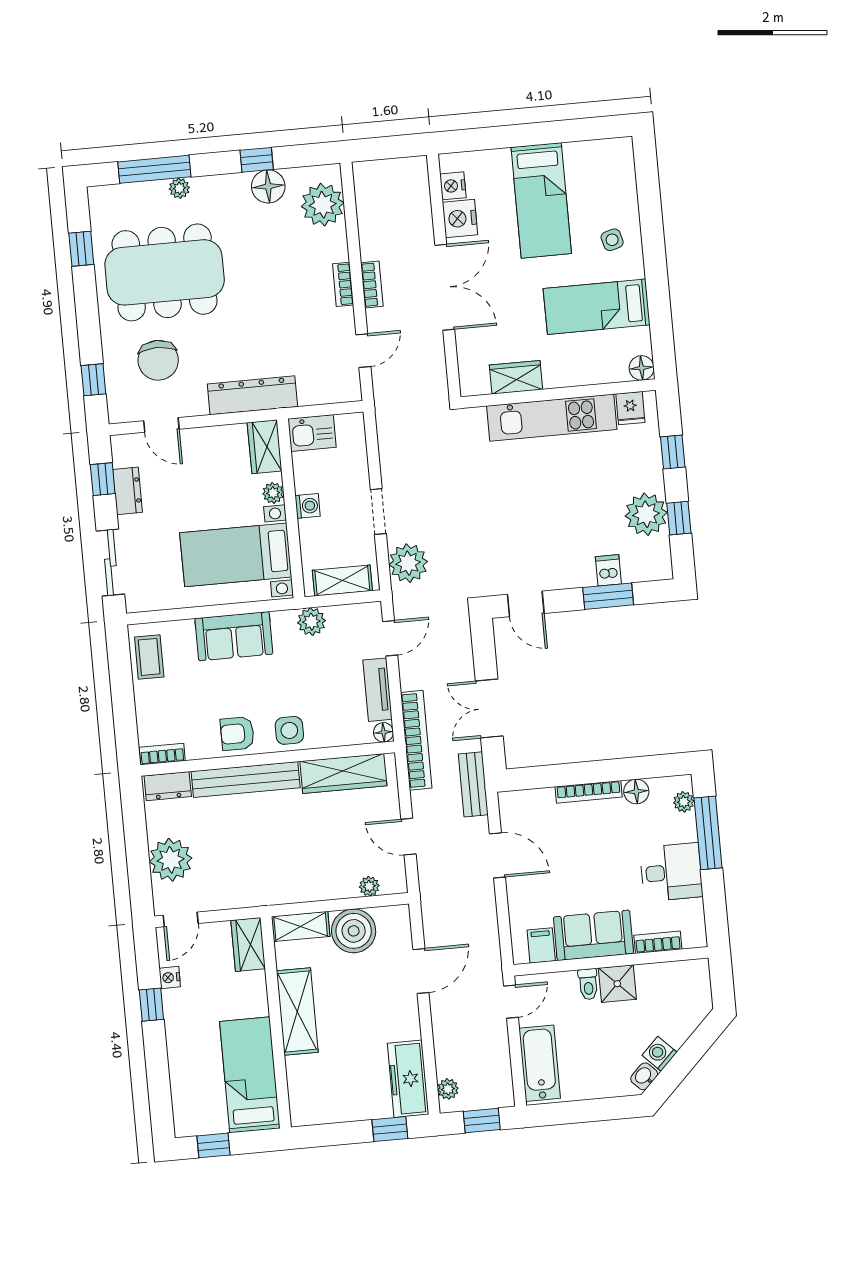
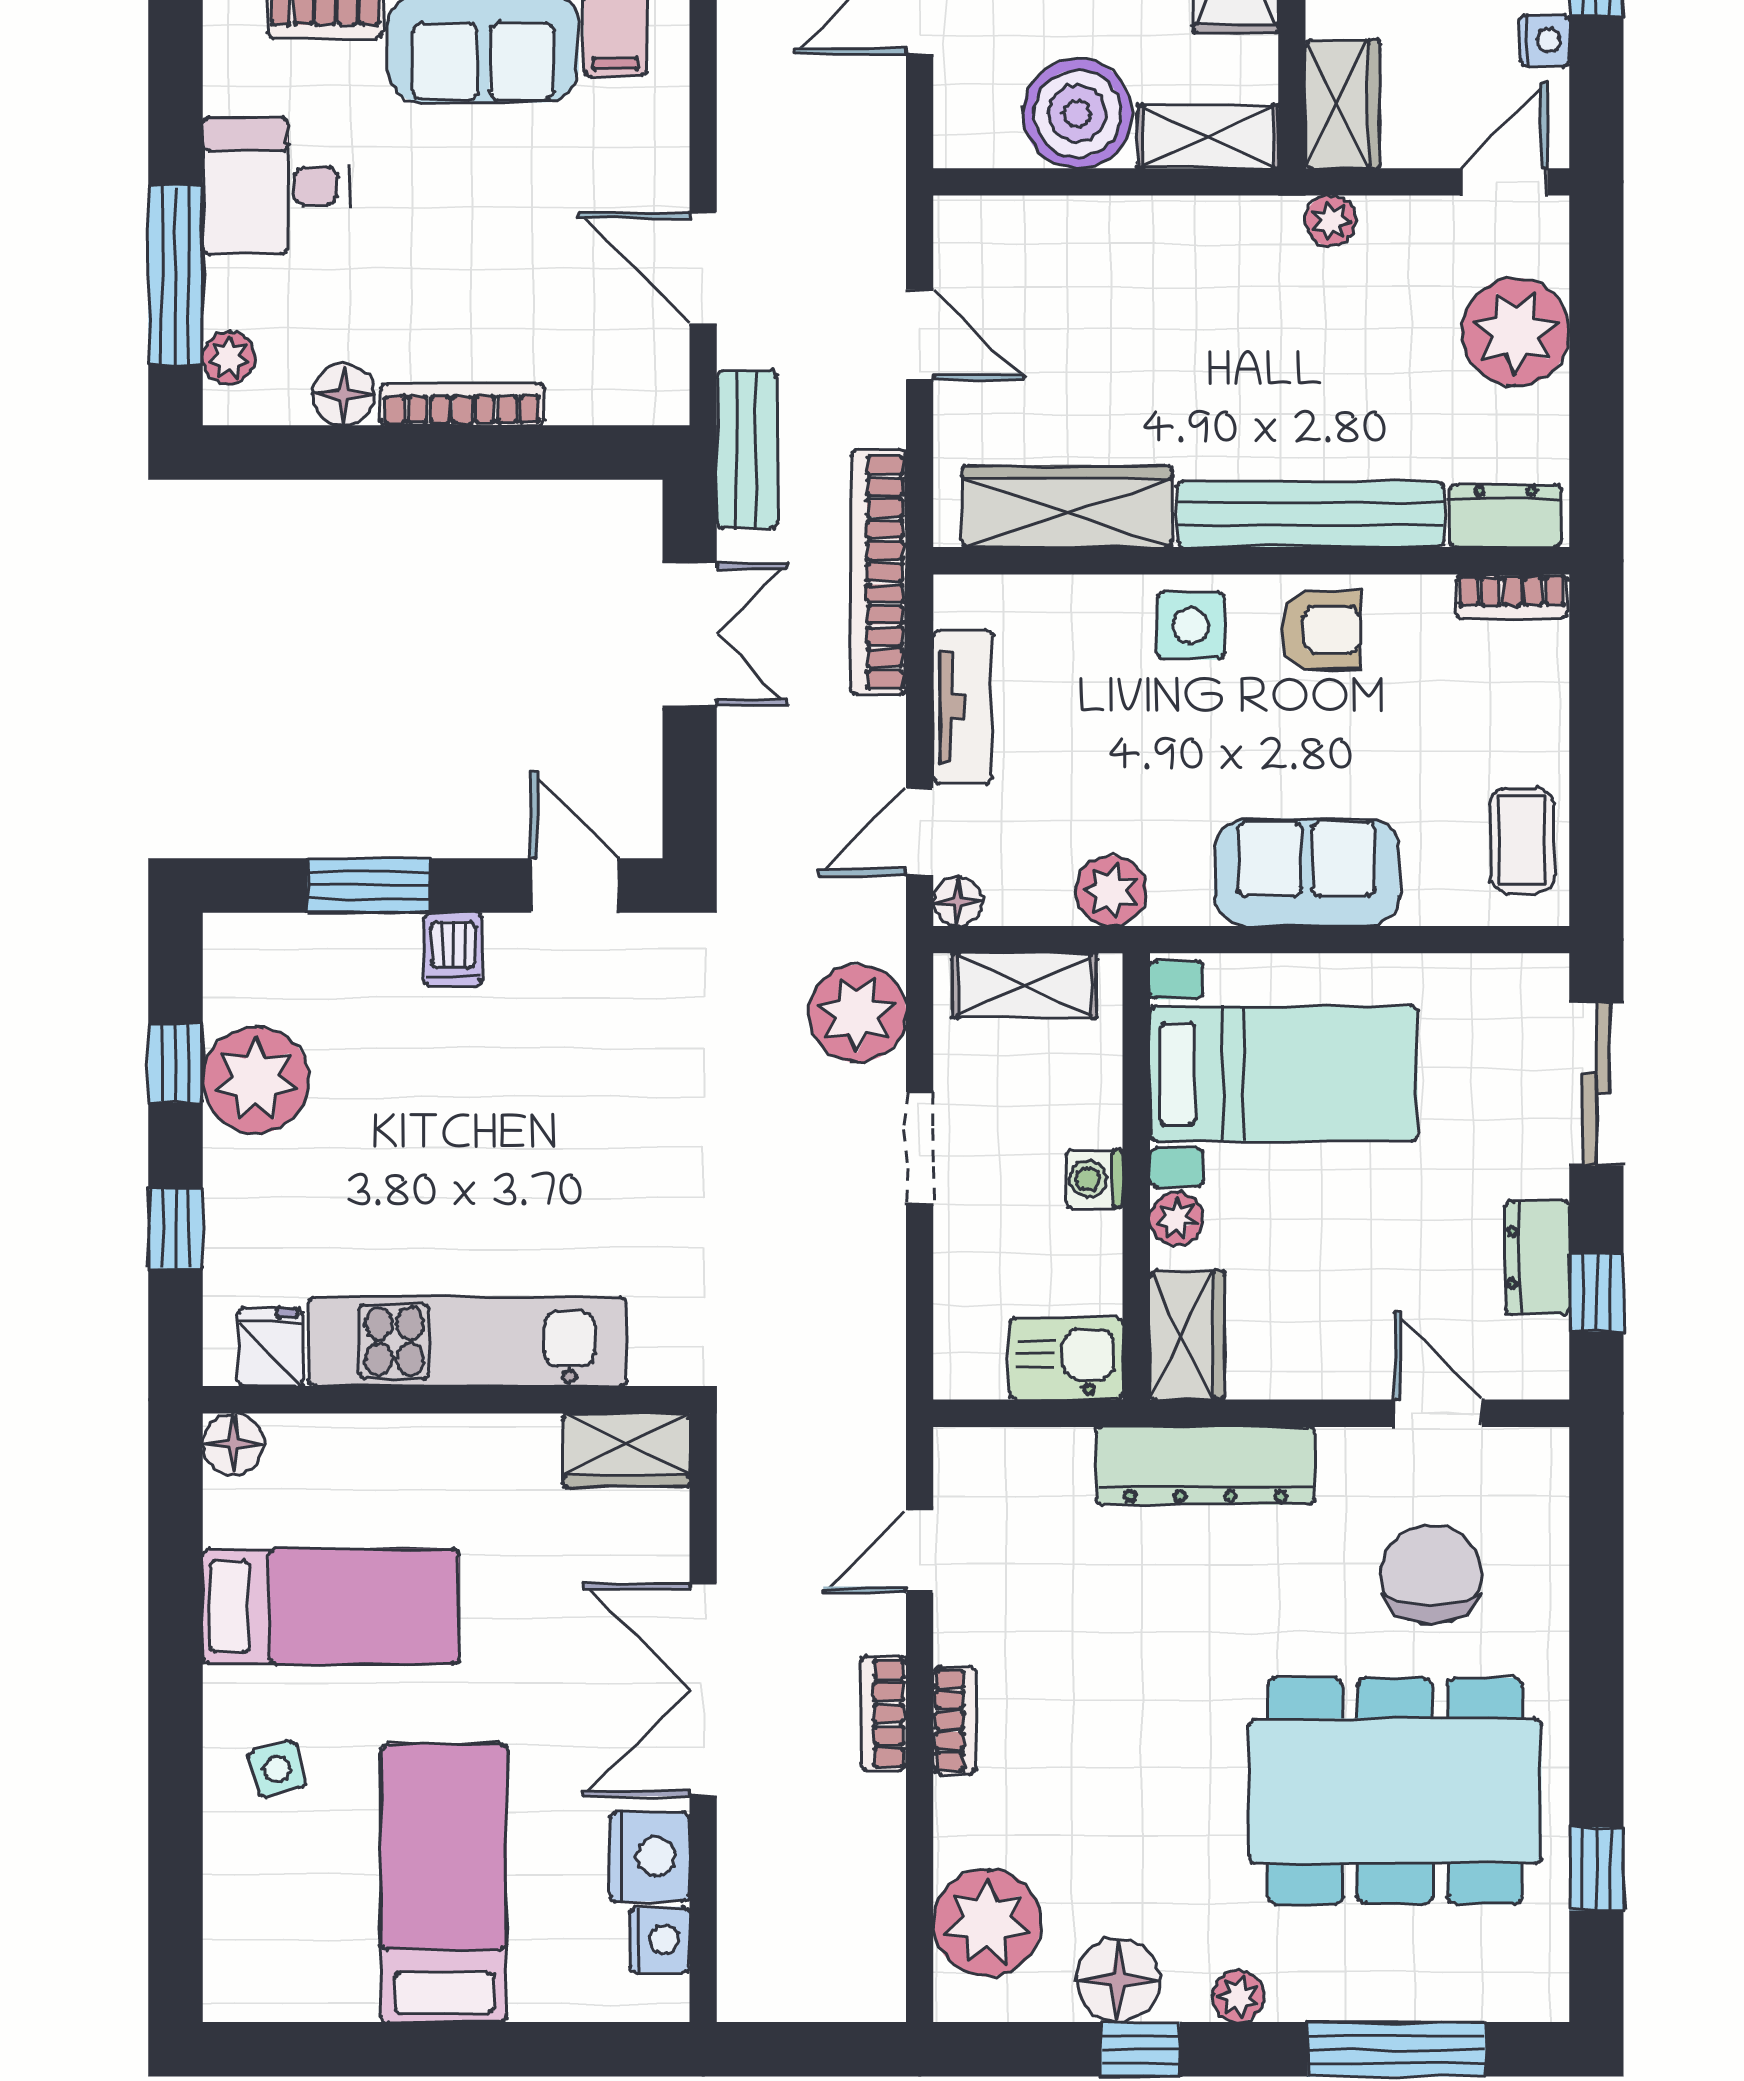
plant: (179, 188) -> (1238, 1996), moved
wardrobe: (516, 377) -> (626, 1450), moved
window: (93, 380) -> (1596, 1541), removed
dishwasher: (608, 570) -> (453, 950), moved
floor lamp: (383, 732) -> (958, 902), moved
plant: (369, 886) -> (1331, 221), moved

